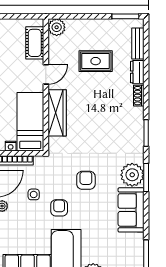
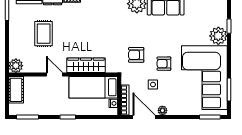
cot: (35, 43) -> (16, 90), moved, turned 90
armchair: (86, 180) -> (136, 55), moved

